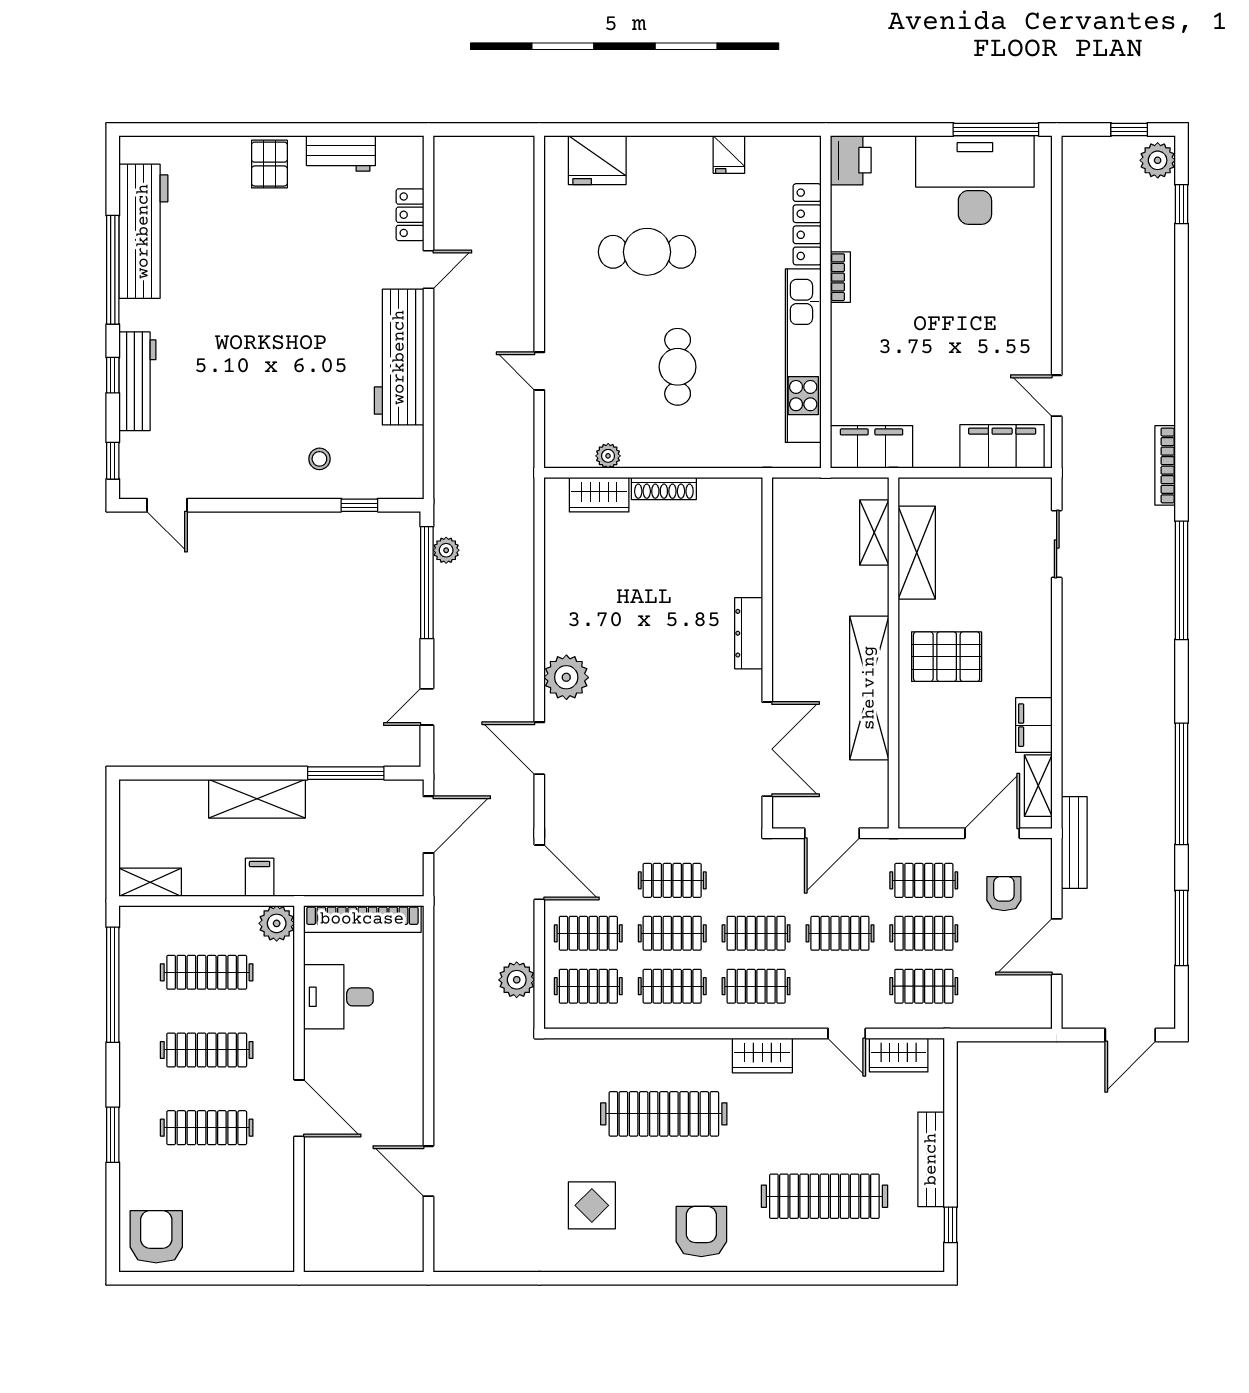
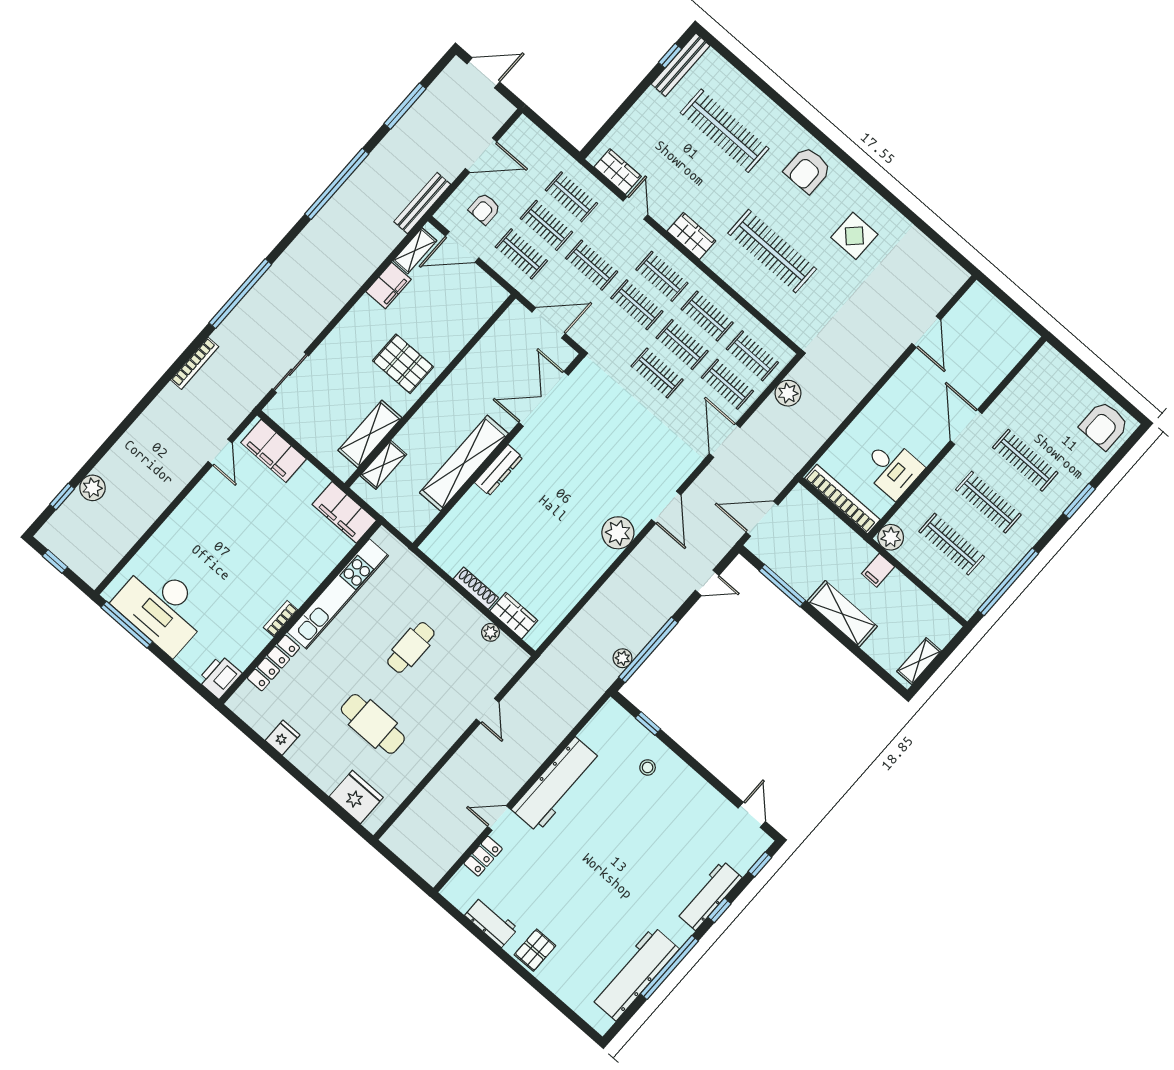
plant: (1158, 160) -> (92, 488), moved
shelving: (869, 688) -> (464, 463), moved
shelving: (150, 882) -> (919, 661), moved, turned 90
bench: (931, 1159) -> (681, 65), moved

